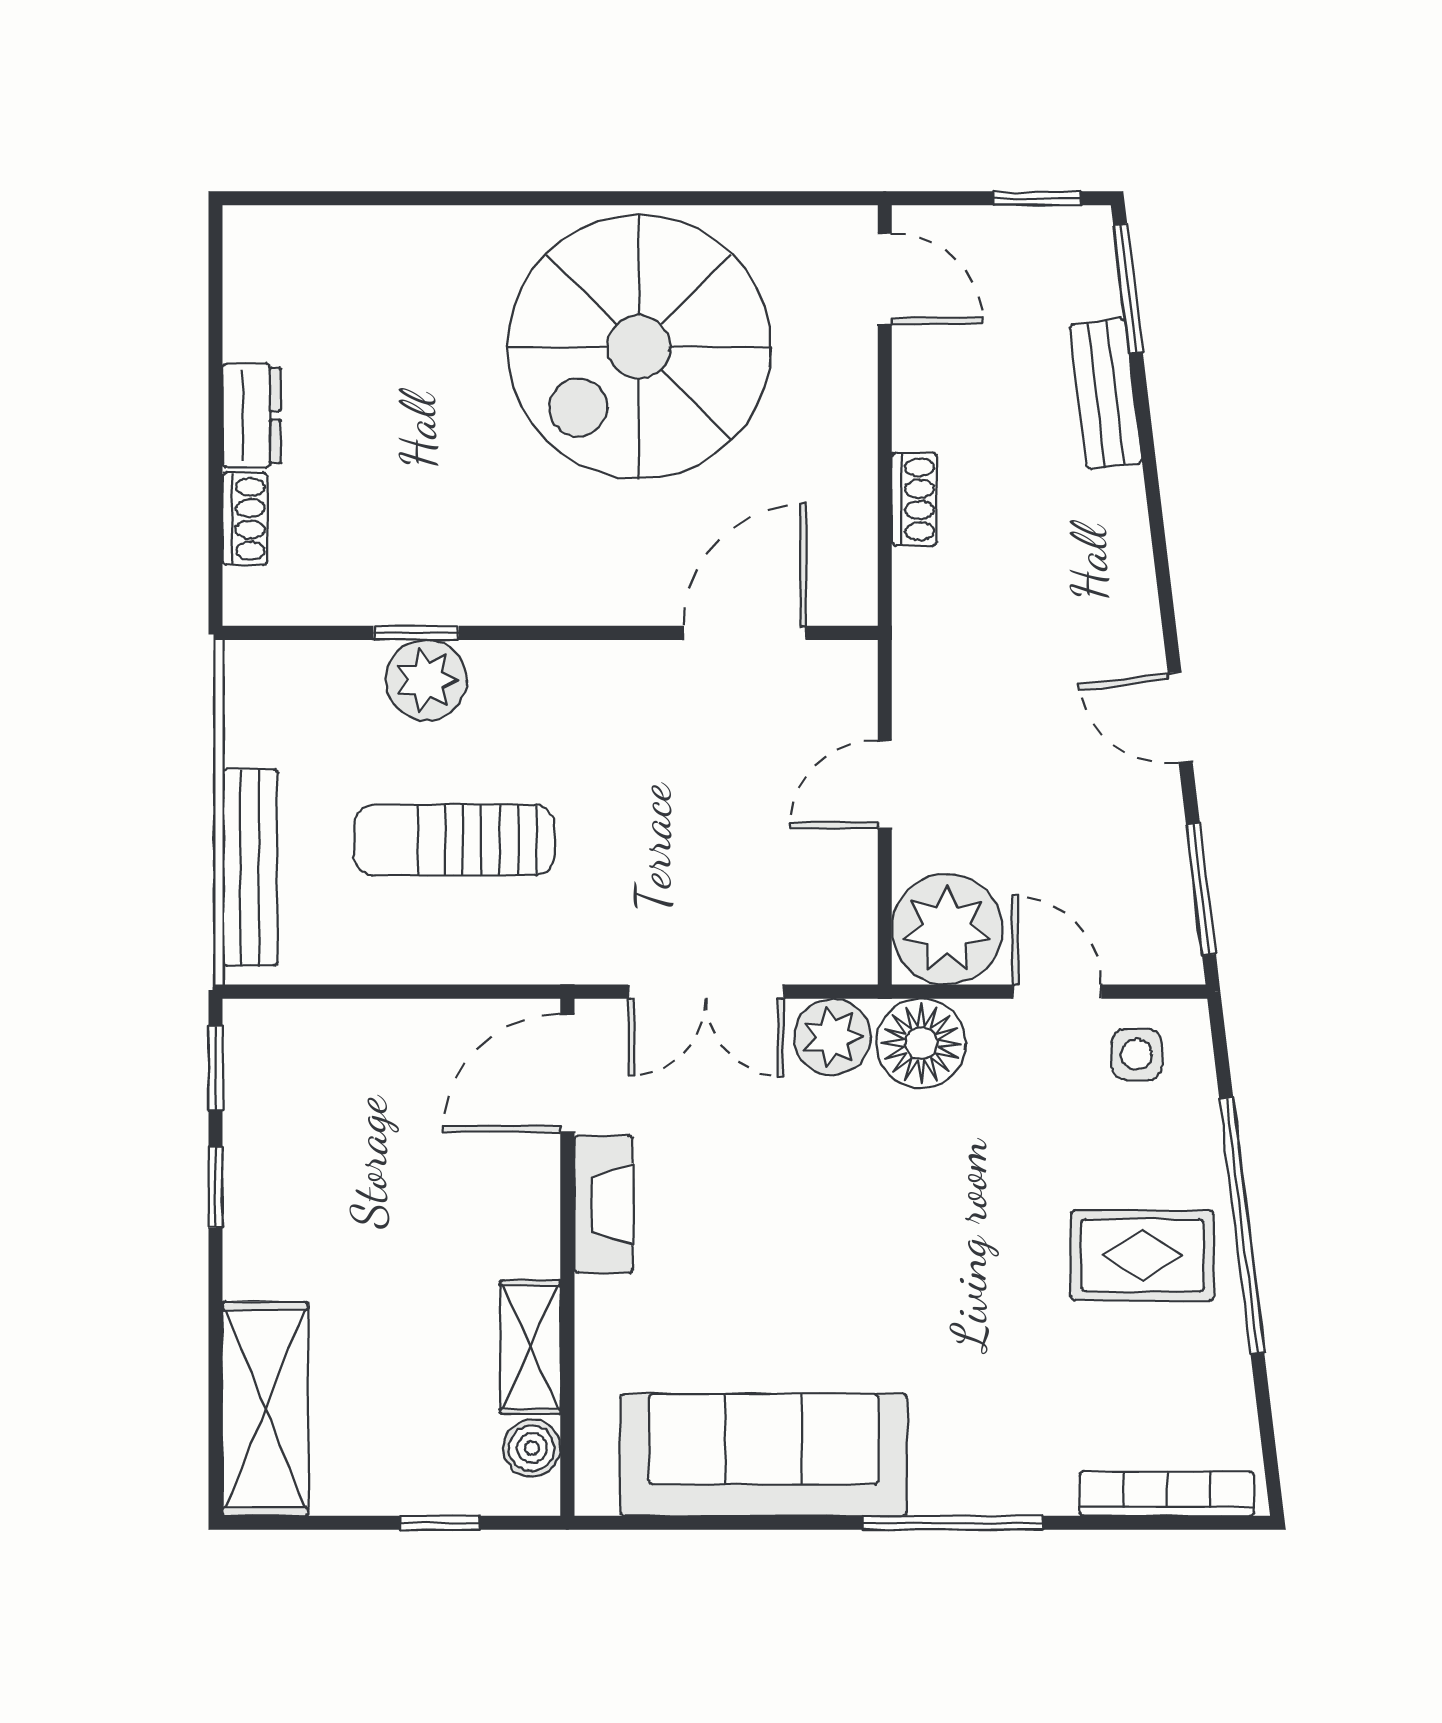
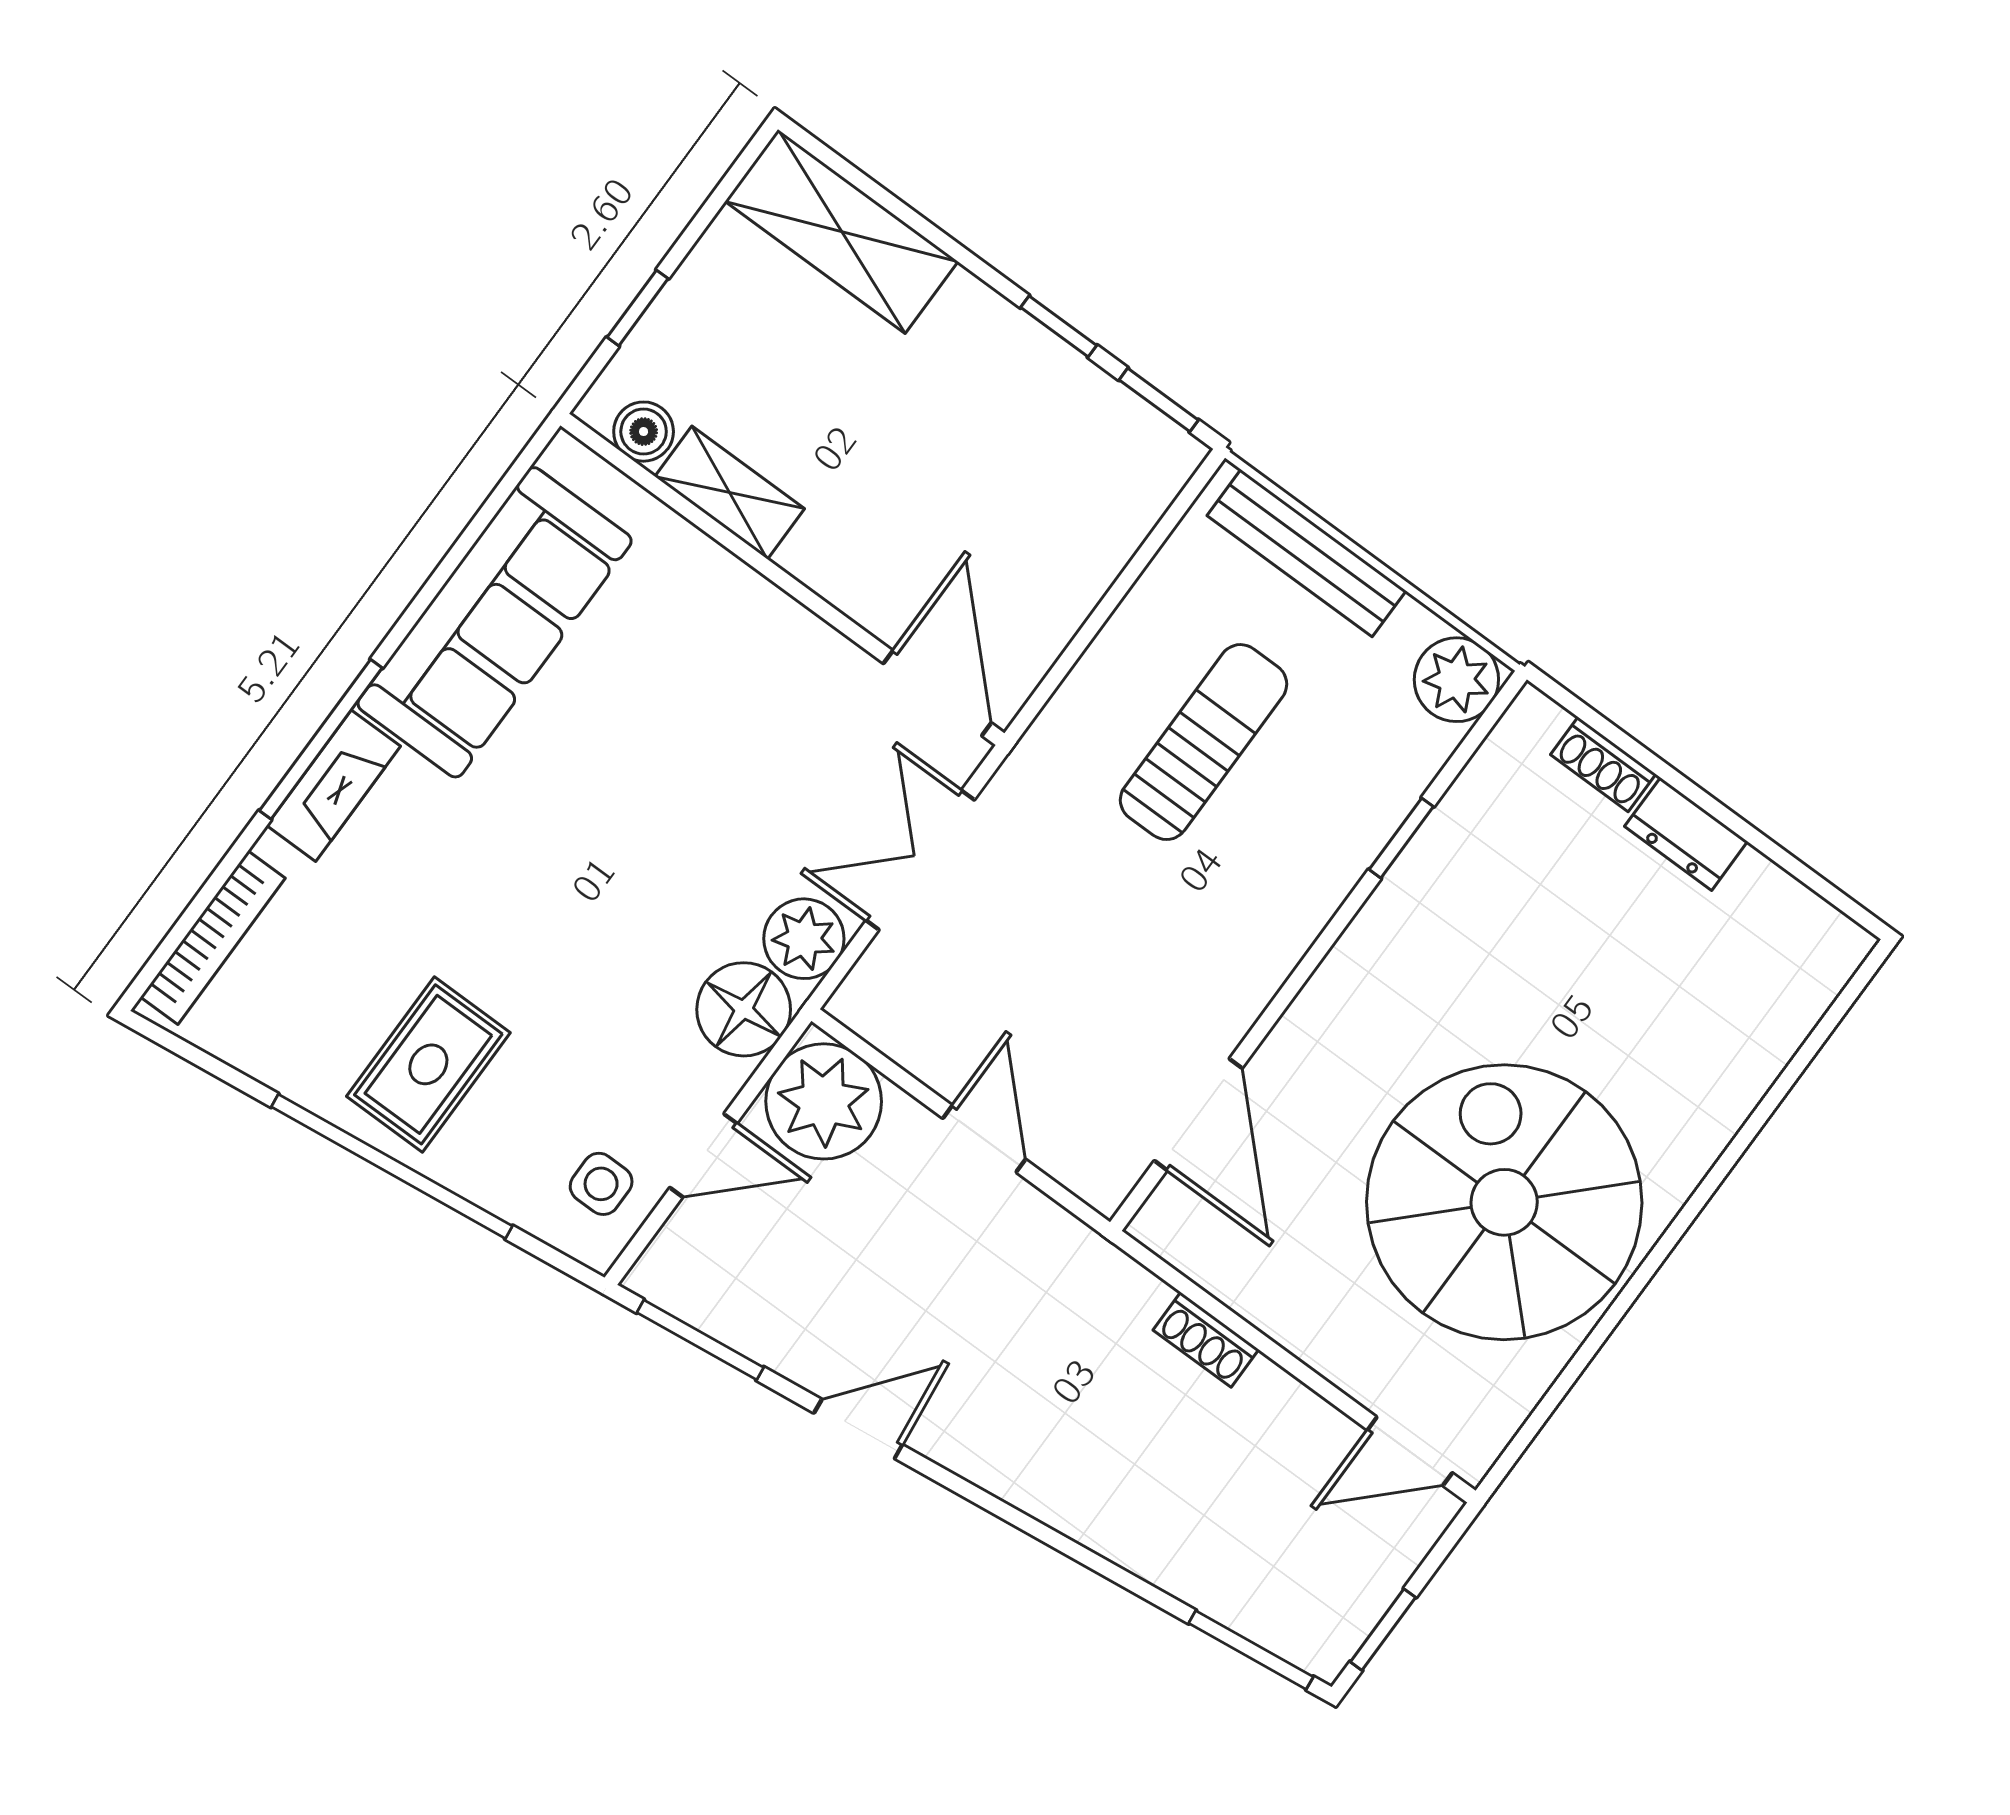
bench: (1106, 394) -> (1176, 1566), removed
plant: (426, 680) -> (1456, 680), moved
fireplace: (604, 1204) -> (333, 786), moved, turned -90

